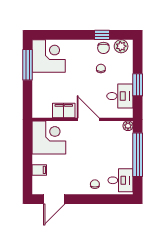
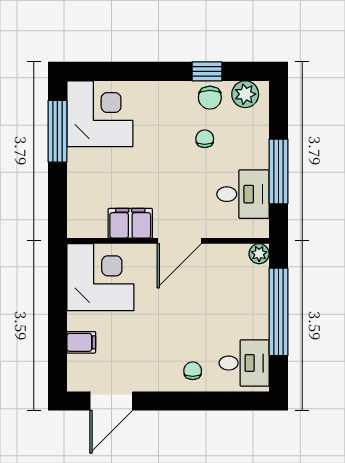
window: (138, 85) -> (279, 171), width x1.44
door: (88, 119) -> (179, 241), swing flipped

